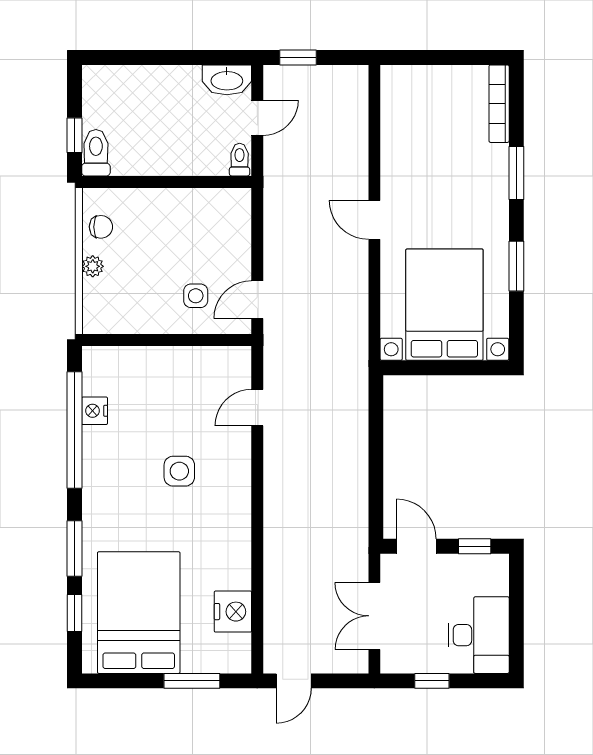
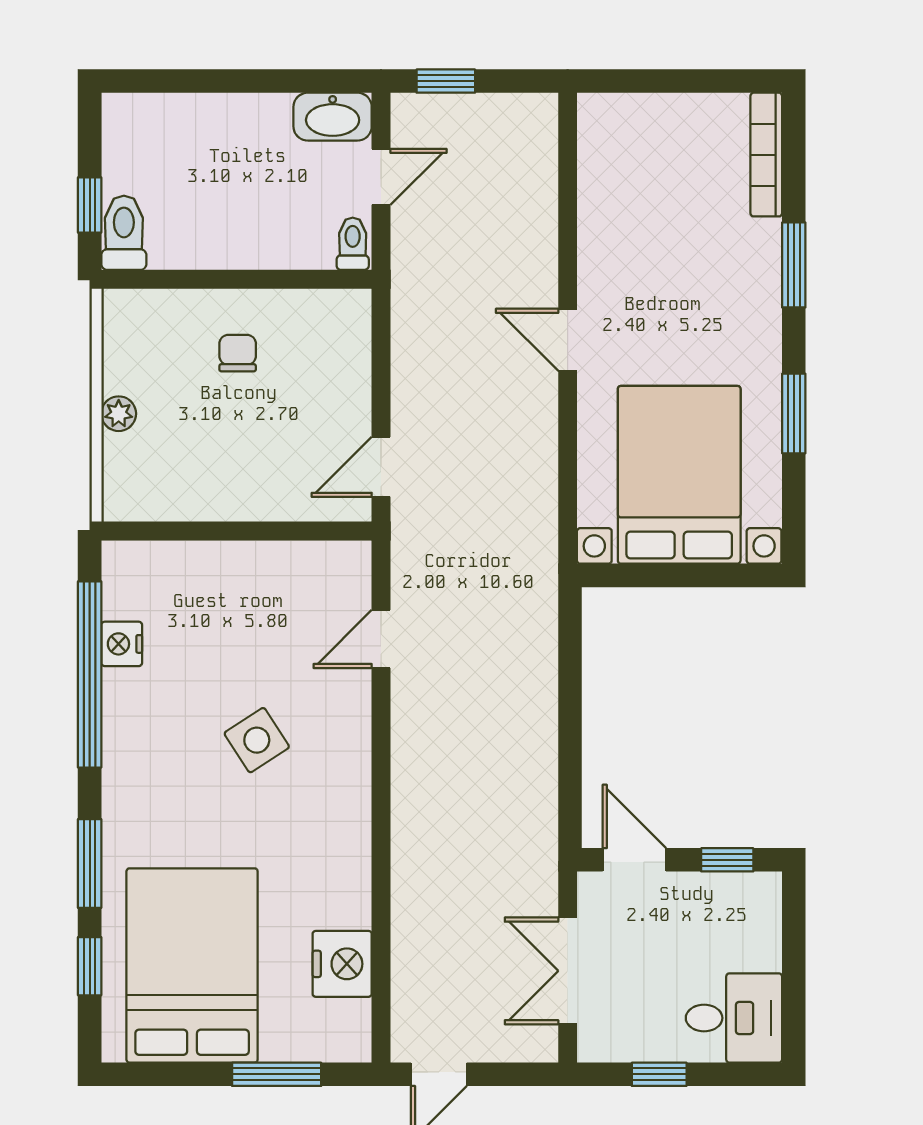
chair: (101, 227) -> (238, 353), moved, turned -90
side table: (196, 296) -> (283, 461), removed
side table: (179, 471) -> (257, 740), turned -33
desk: (479, 635) -> (734, 1018), width x0.73

